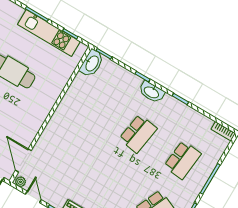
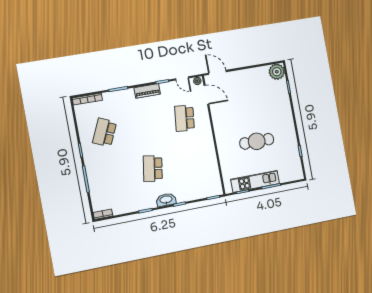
washbasin: (92, 63) -> (216, 186), removed
school desk: (183, 160) -> (185, 118), moved

